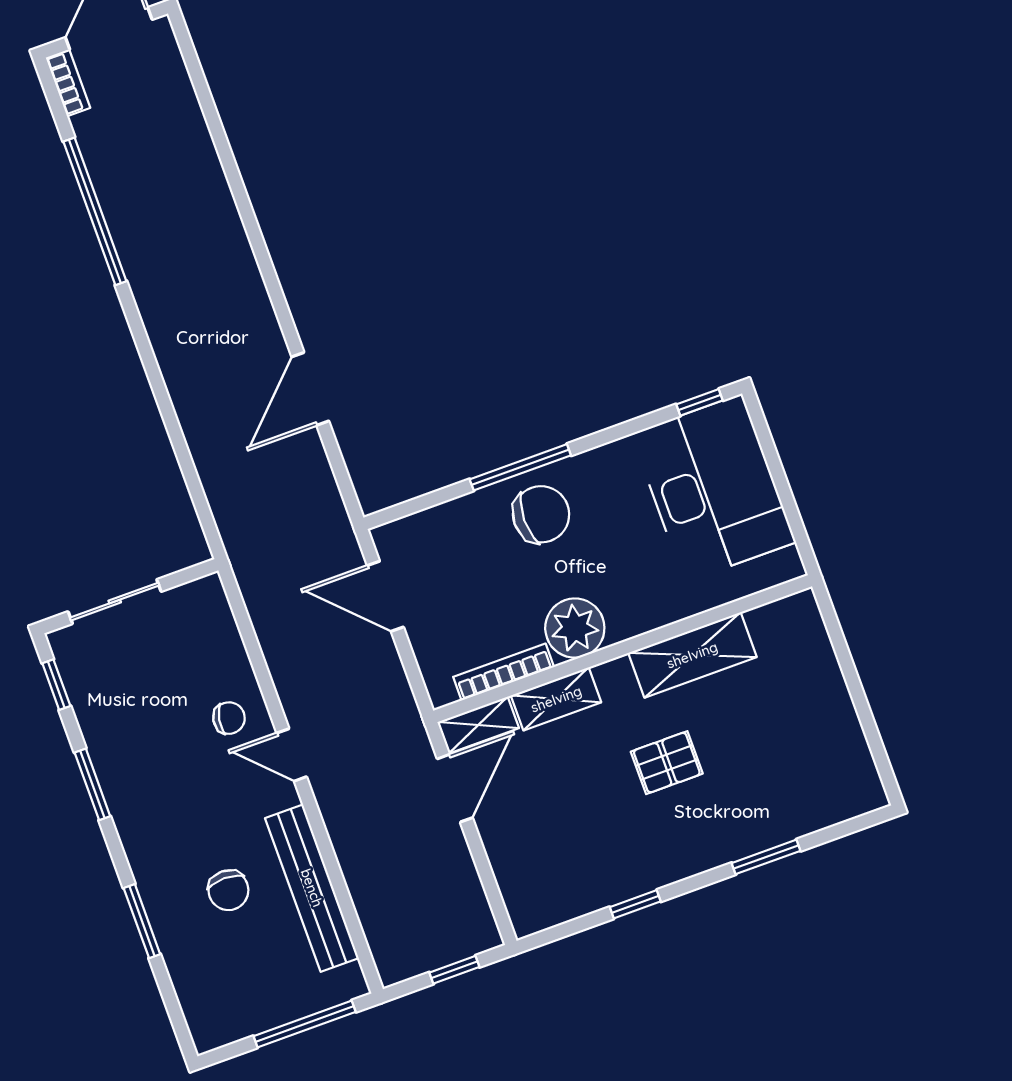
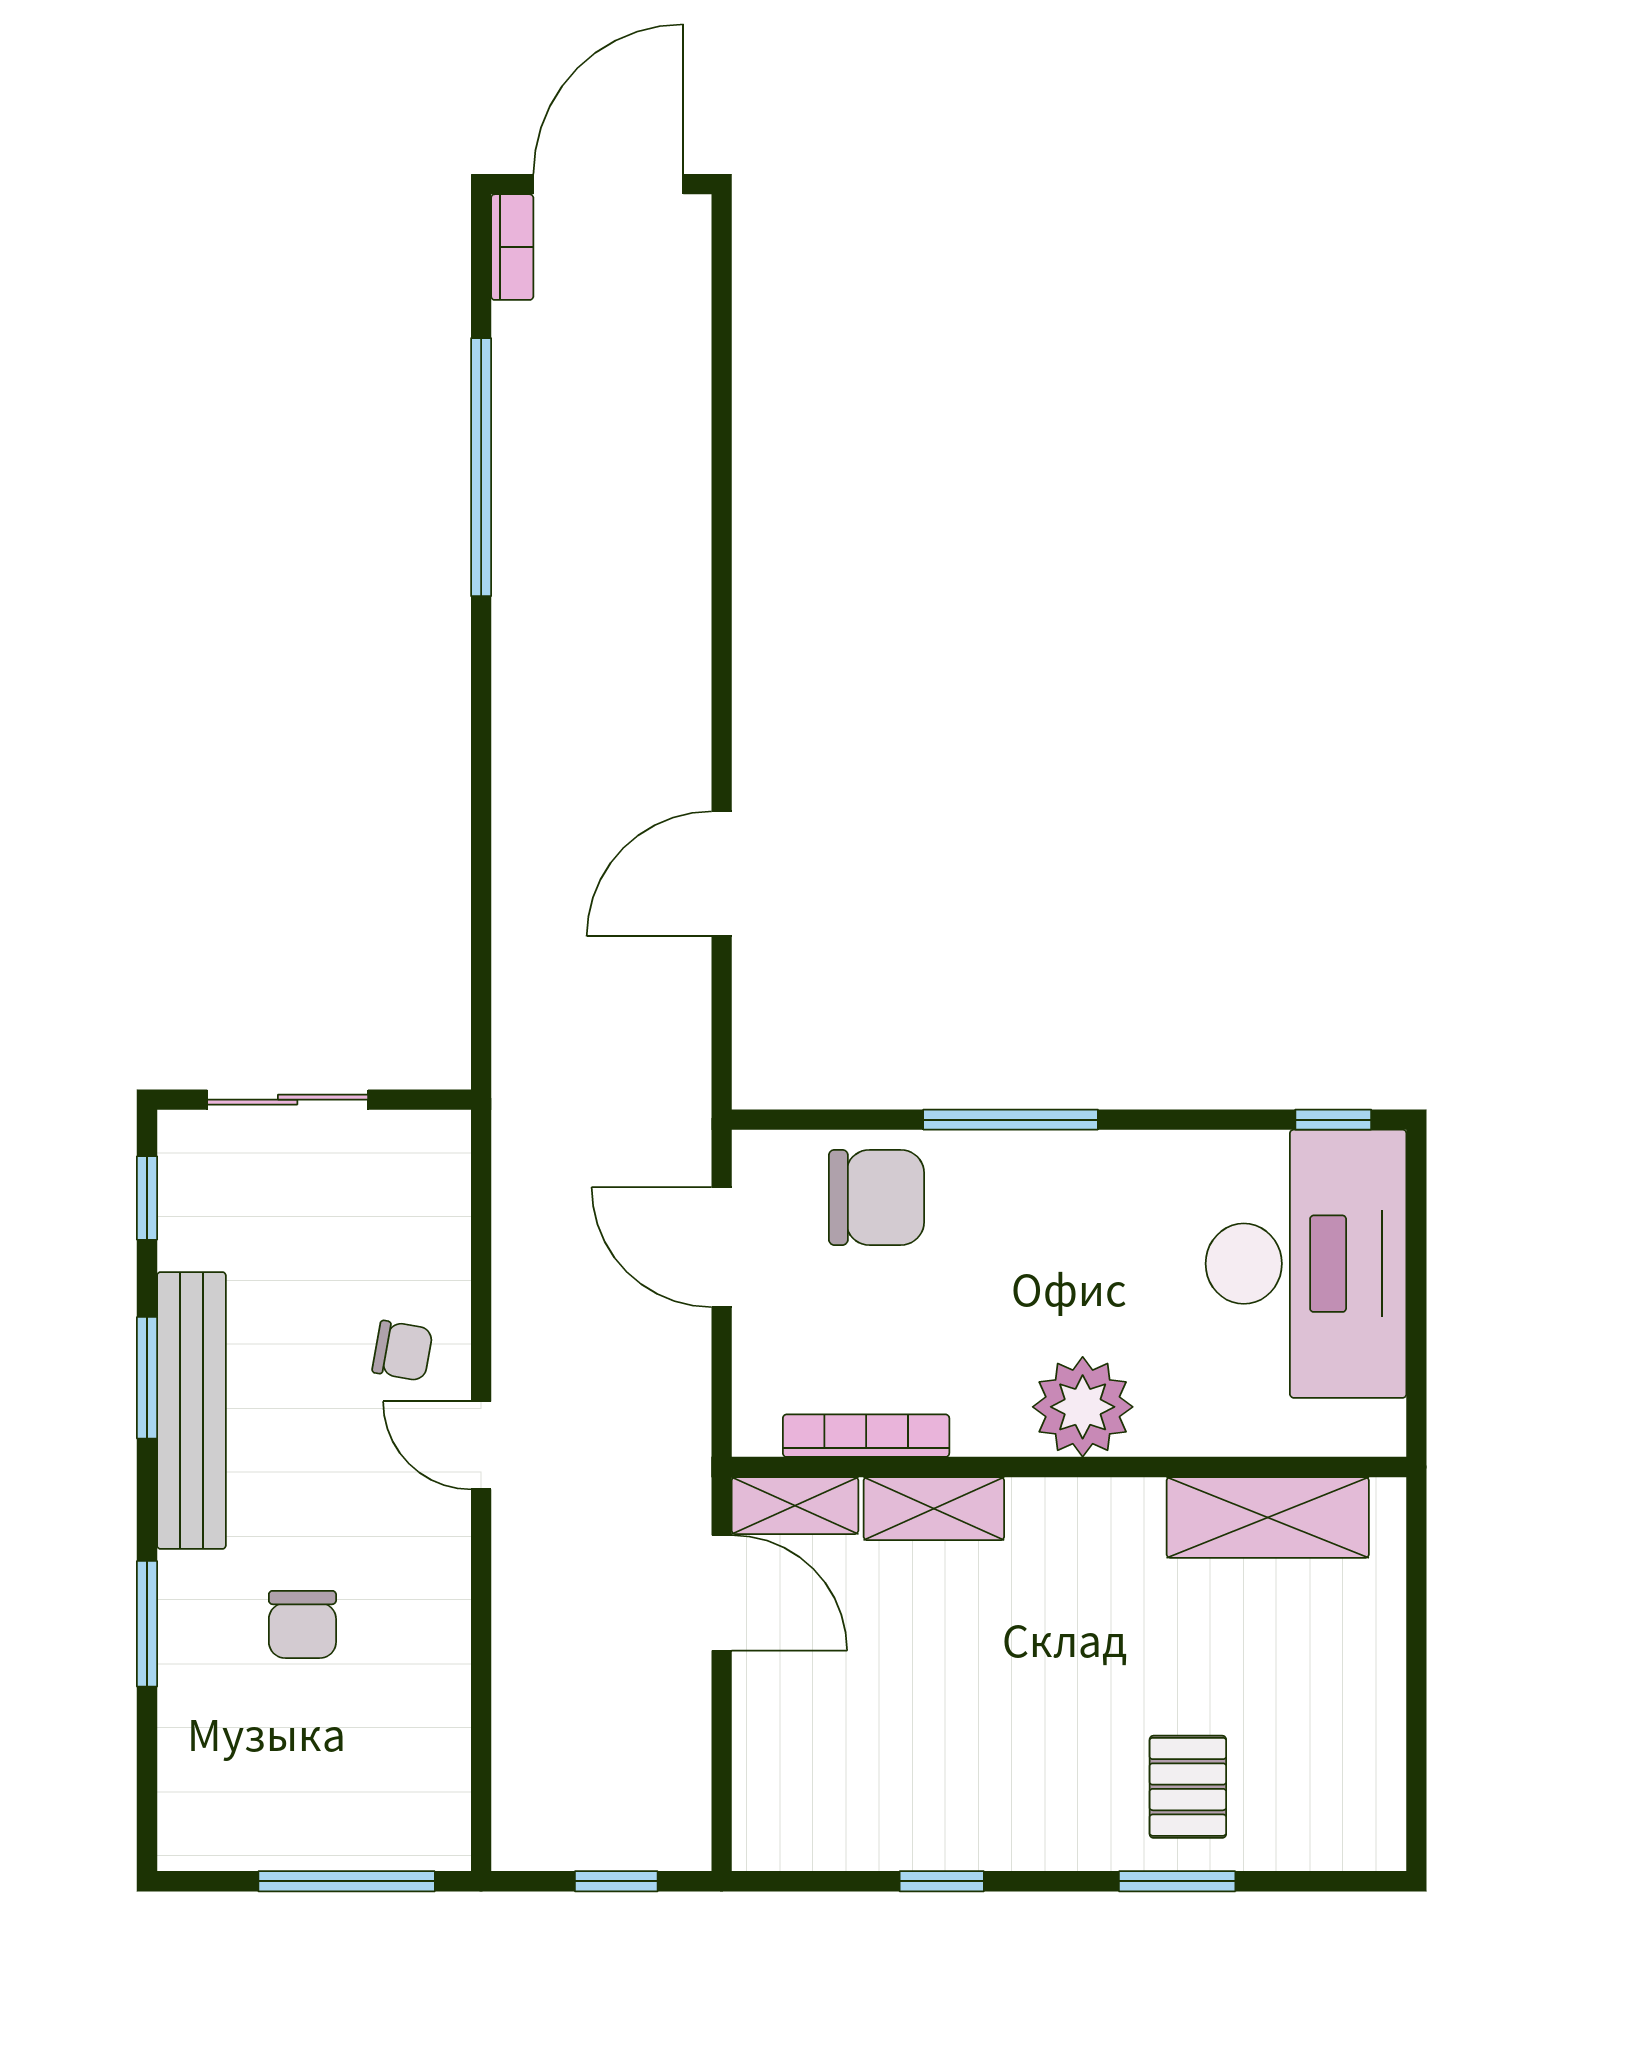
chair: (541, 514) -> (877, 1197), moved
plant: (575, 628) -> (1083, 1407), moved
shelving: (692, 655) -> (1268, 1517), moved
pallet: (667, 763) -> (1188, 1787), moved, turned 90
door: (455, 788) -> (722, 1593), hinge flipped
bench: (312, 888) -> (191, 1410), moved

